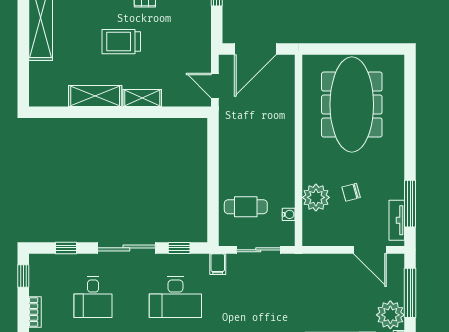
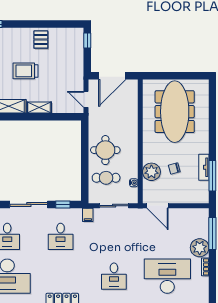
round table: (245, 164) -> (105, 150), added
tv unit: (397, 220) -> (204, 167), moved
door: (370, 250) -> (158, 206), moved
desk: (175, 297) -> (61, 236), width x0.73

